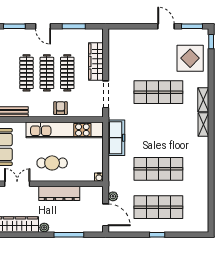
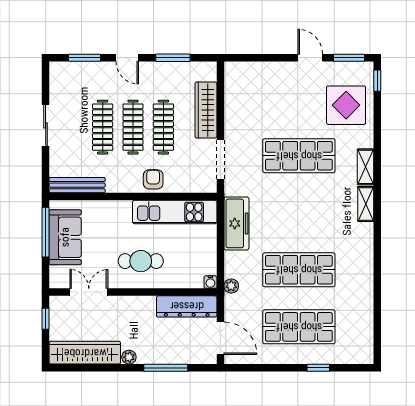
kitchen unit: (65, 130) -> (175, 212), width x0.73
dresser: (59, 193) -> (187, 306), moved
plant: (113, 196) -> (231, 286), moved
window: (157, 235) -> (318, 368), moved

